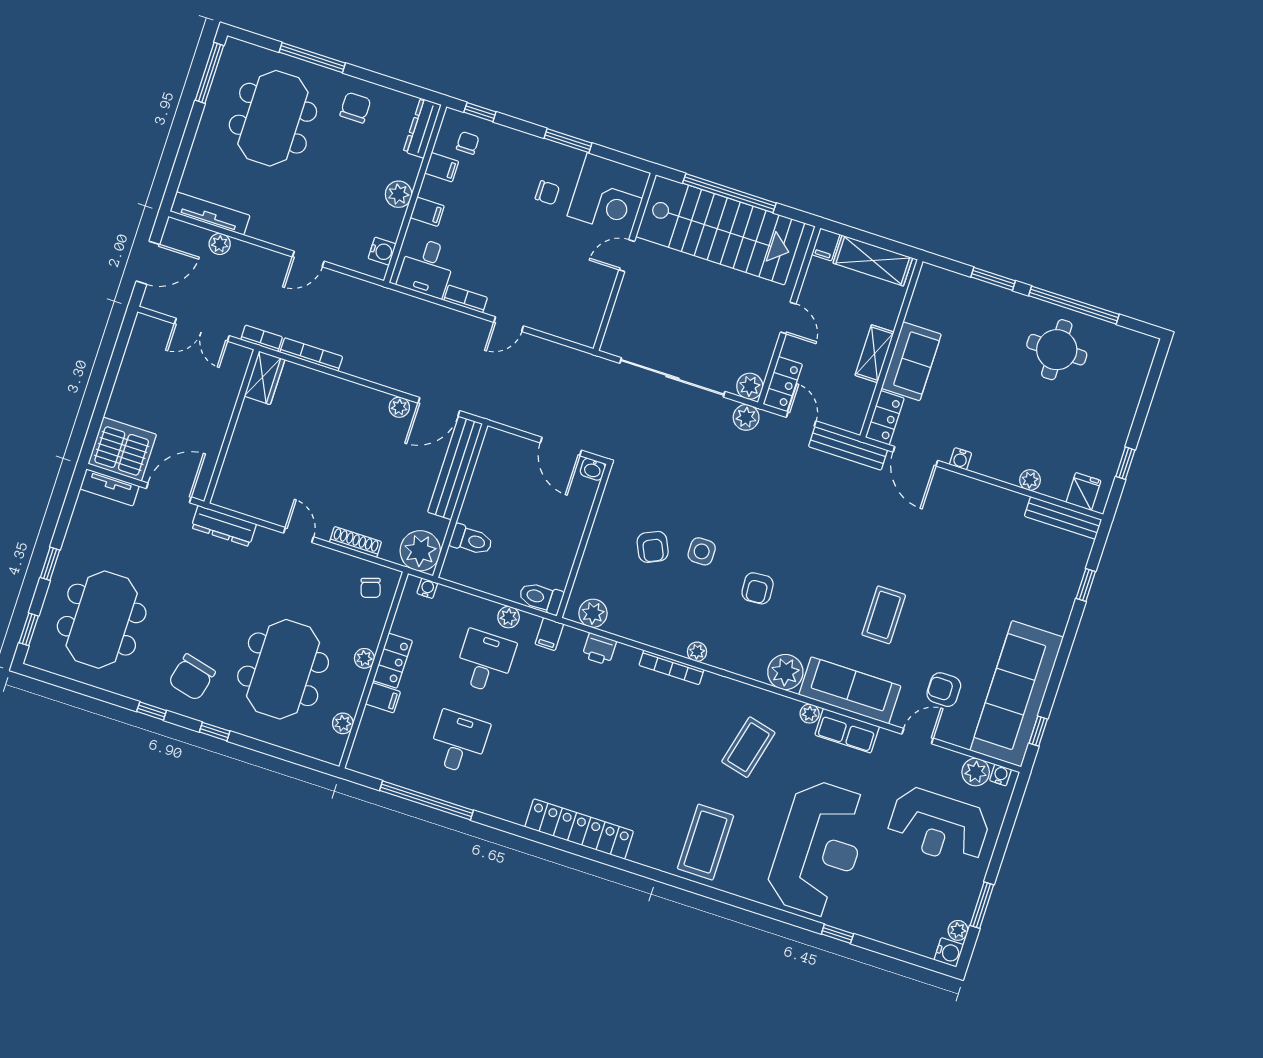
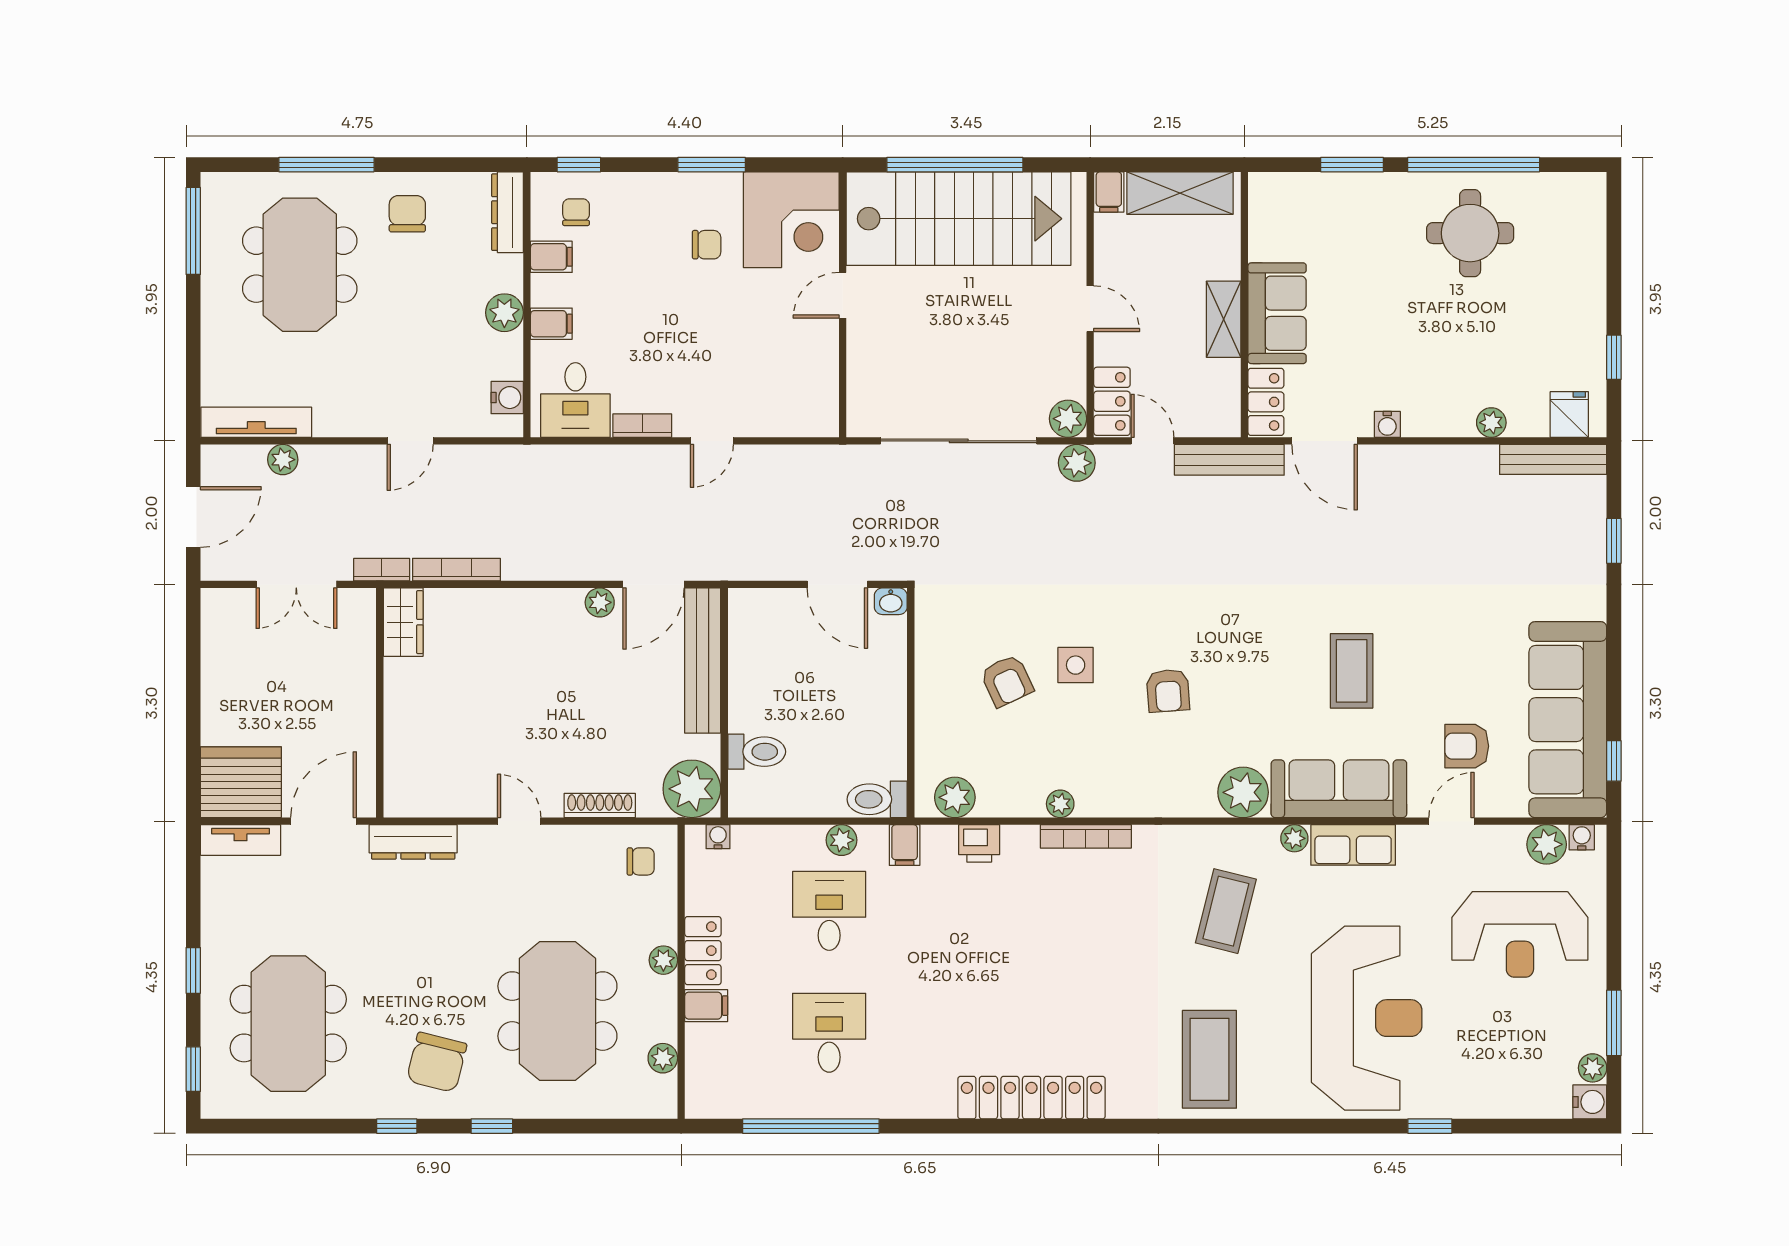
chair: (371, 588) -> (641, 861), turned -72
plant: (697, 652) -> (1060, 804), moved

